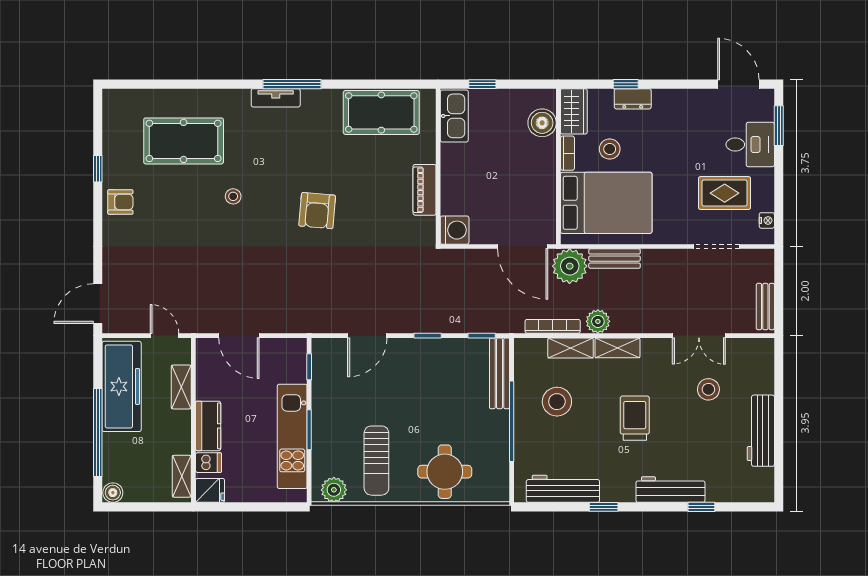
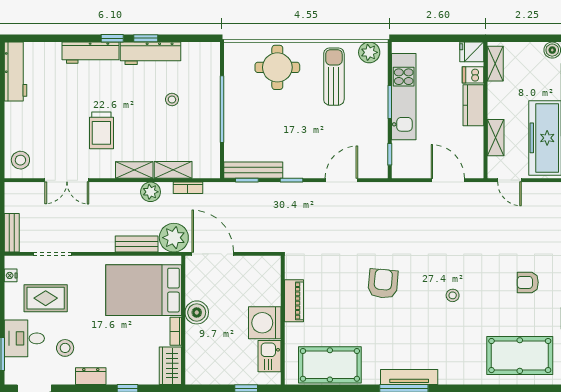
tv unit: (276, 98) -> (409, 377), width x1.41
dresser: (633, 99) -> (91, 376), moved
kitchen sink: (454, 116) -> (269, 356), width x0.73
boiler: (542, 123) -> (197, 312), moved
pool table: (184, 141) -> (520, 356), moved
stool: (610, 149) -> (65, 348), moved
armchair: (120, 202) -> (528, 282), moved
washing machine: (455, 230) -> (265, 323), moved, width x1.37, depth x1.37
bench: (765, 307) -> (12, 233), moved
bookcase: (553, 326) -> (188, 188), width x0.64
double door: (699, 336) -> (67, 180), swing flipped
bench: (499, 373) -> (253, 170), moved, turned 90
stool: (708, 389) -> (20, 160), moved
stool: (557, 402) -> (172, 99), moved, width x0.53, depth x0.53
trolley: (635, 418) -> (101, 130), moved
workbench: (761, 431) -> (16, 71), moved
workbench: (563, 489) -> (151, 53), moved
window: (701, 507) -> (112, 38), moved

